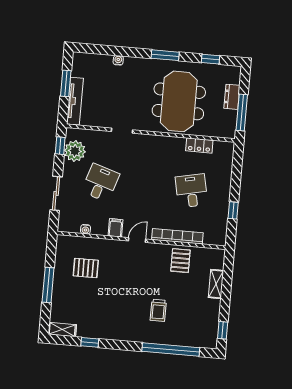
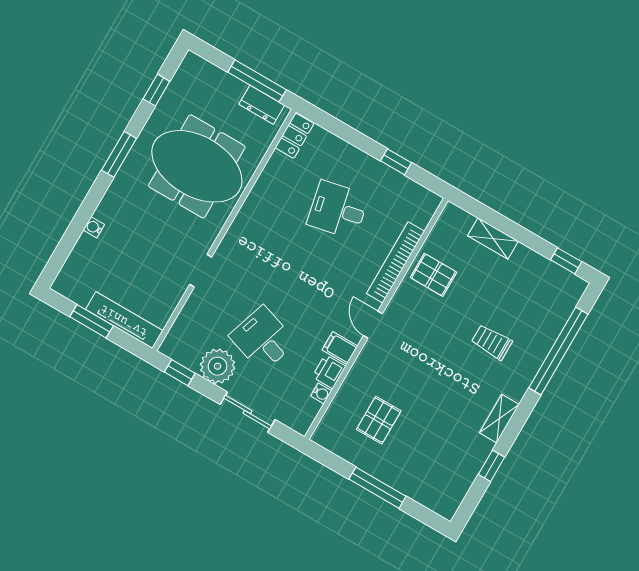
dresser: (232, 97) -> (262, 105), moved
locker: (199, 145) -> (294, 136), moved
plant: (75, 151) -> (218, 366), moved
printer: (100, 228) -> (329, 372), added
trolley: (158, 310) -> (492, 342), turned 180
shelving: (62, 329) -> (499, 419), moved

